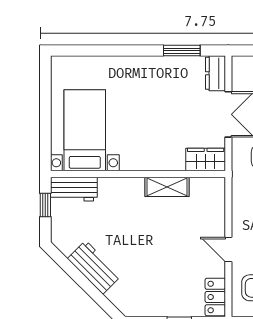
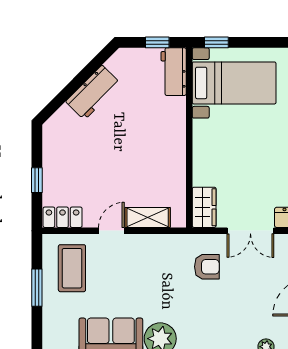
window: (45, 148) -> (216, 42), added
shelving: (167, 187) -> (148, 217), moved, turned 90

